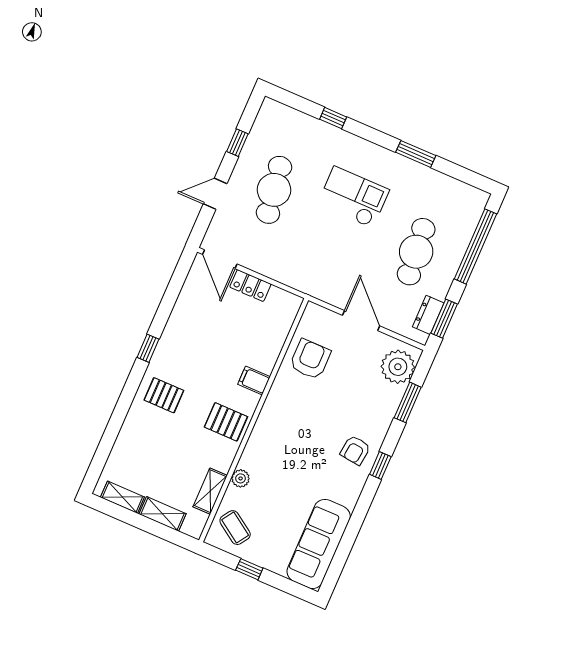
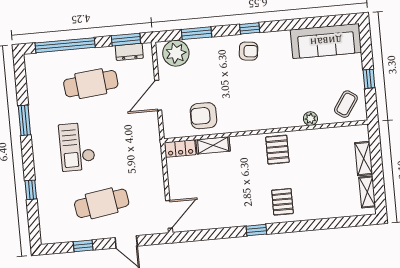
locker: (250, 286) -> (180, 148), moved, turned 90
filing cabinet: (254, 381) -> (239, 146), removed
shelving: (210, 491) -> (213, 145), moved

